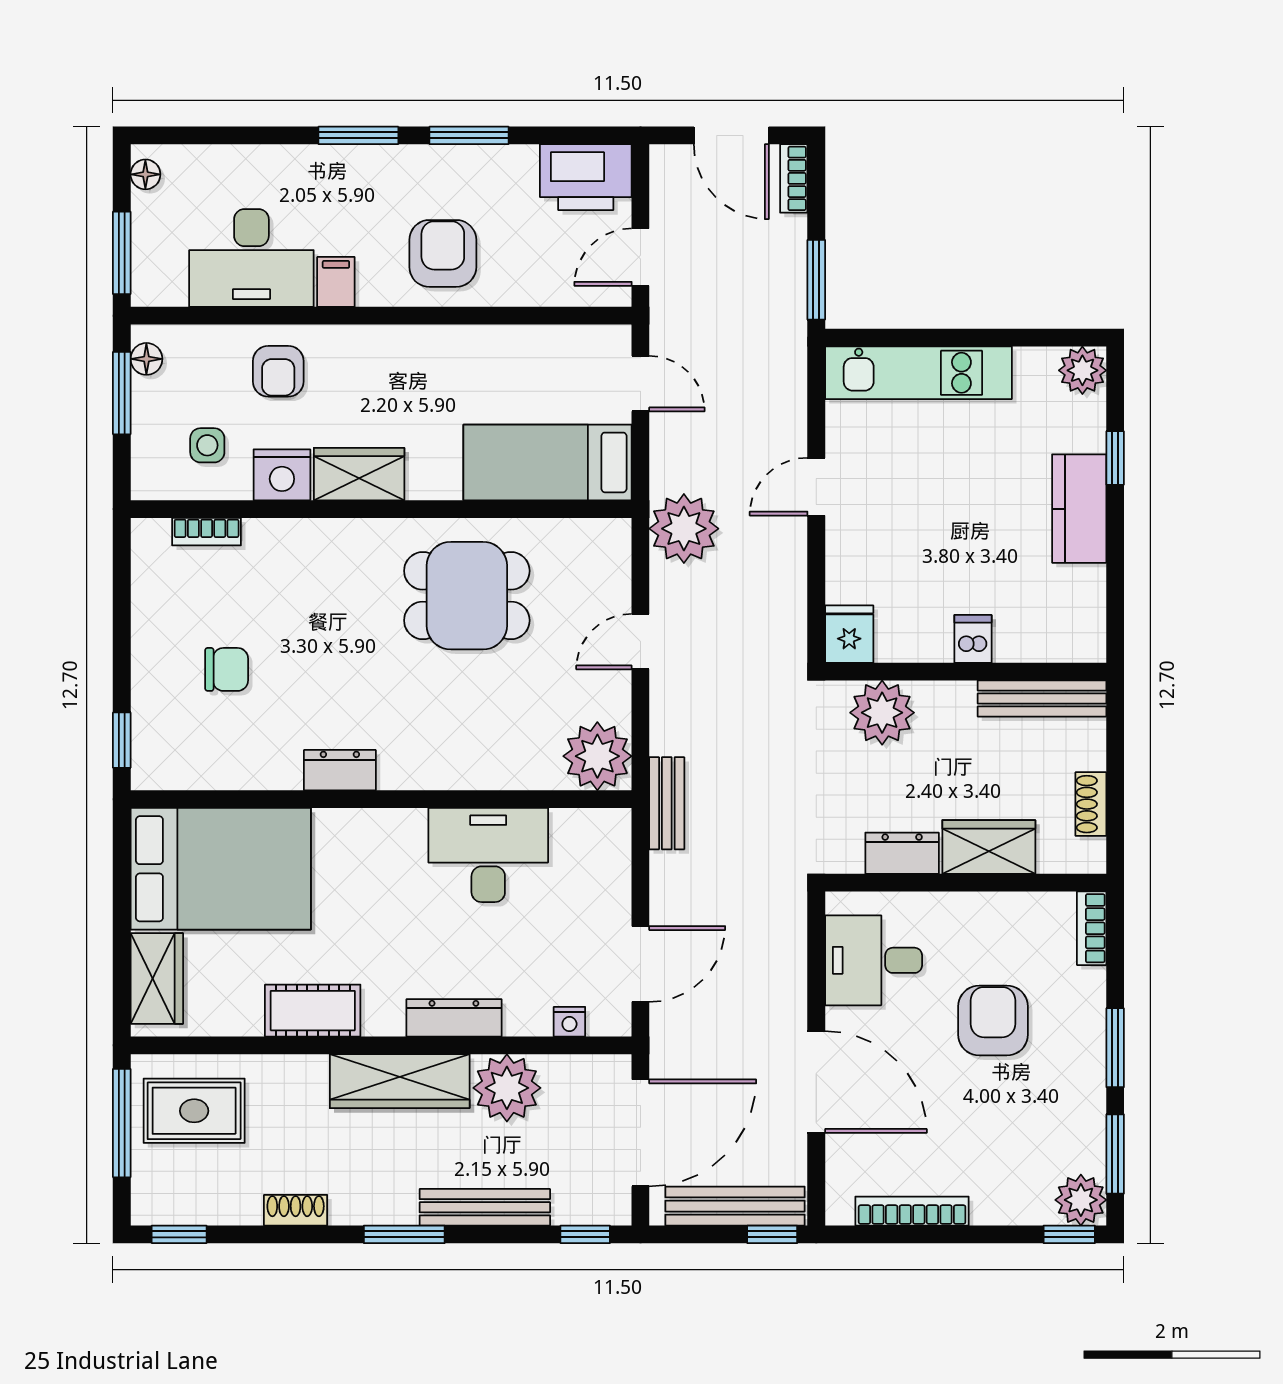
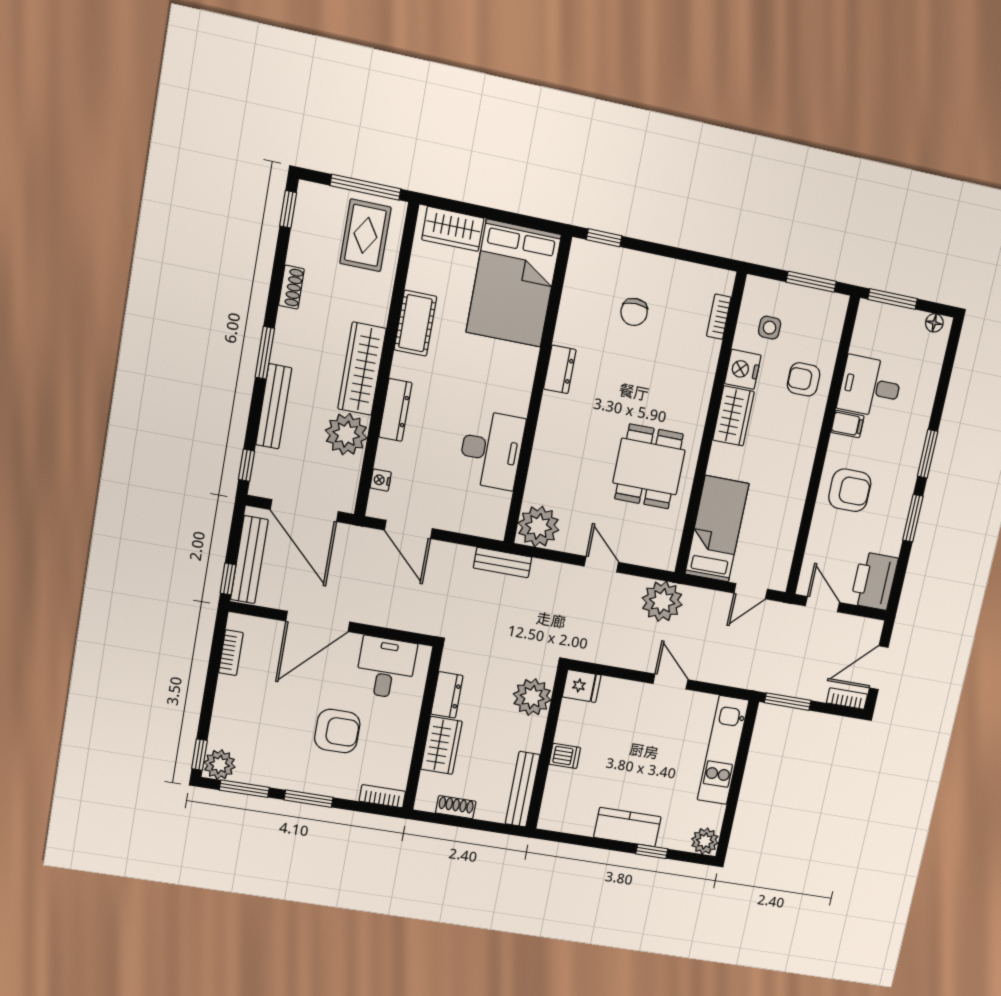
desk: (251, 258) -> (870, 387), width x0.73
floor lamp: (146, 359) -> (828, 301), removed
bookcase: (912, 1211) -> (231, 653), width x0.64

